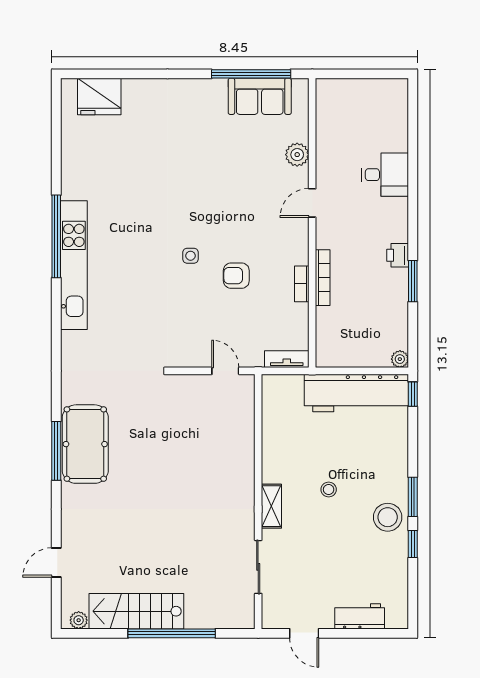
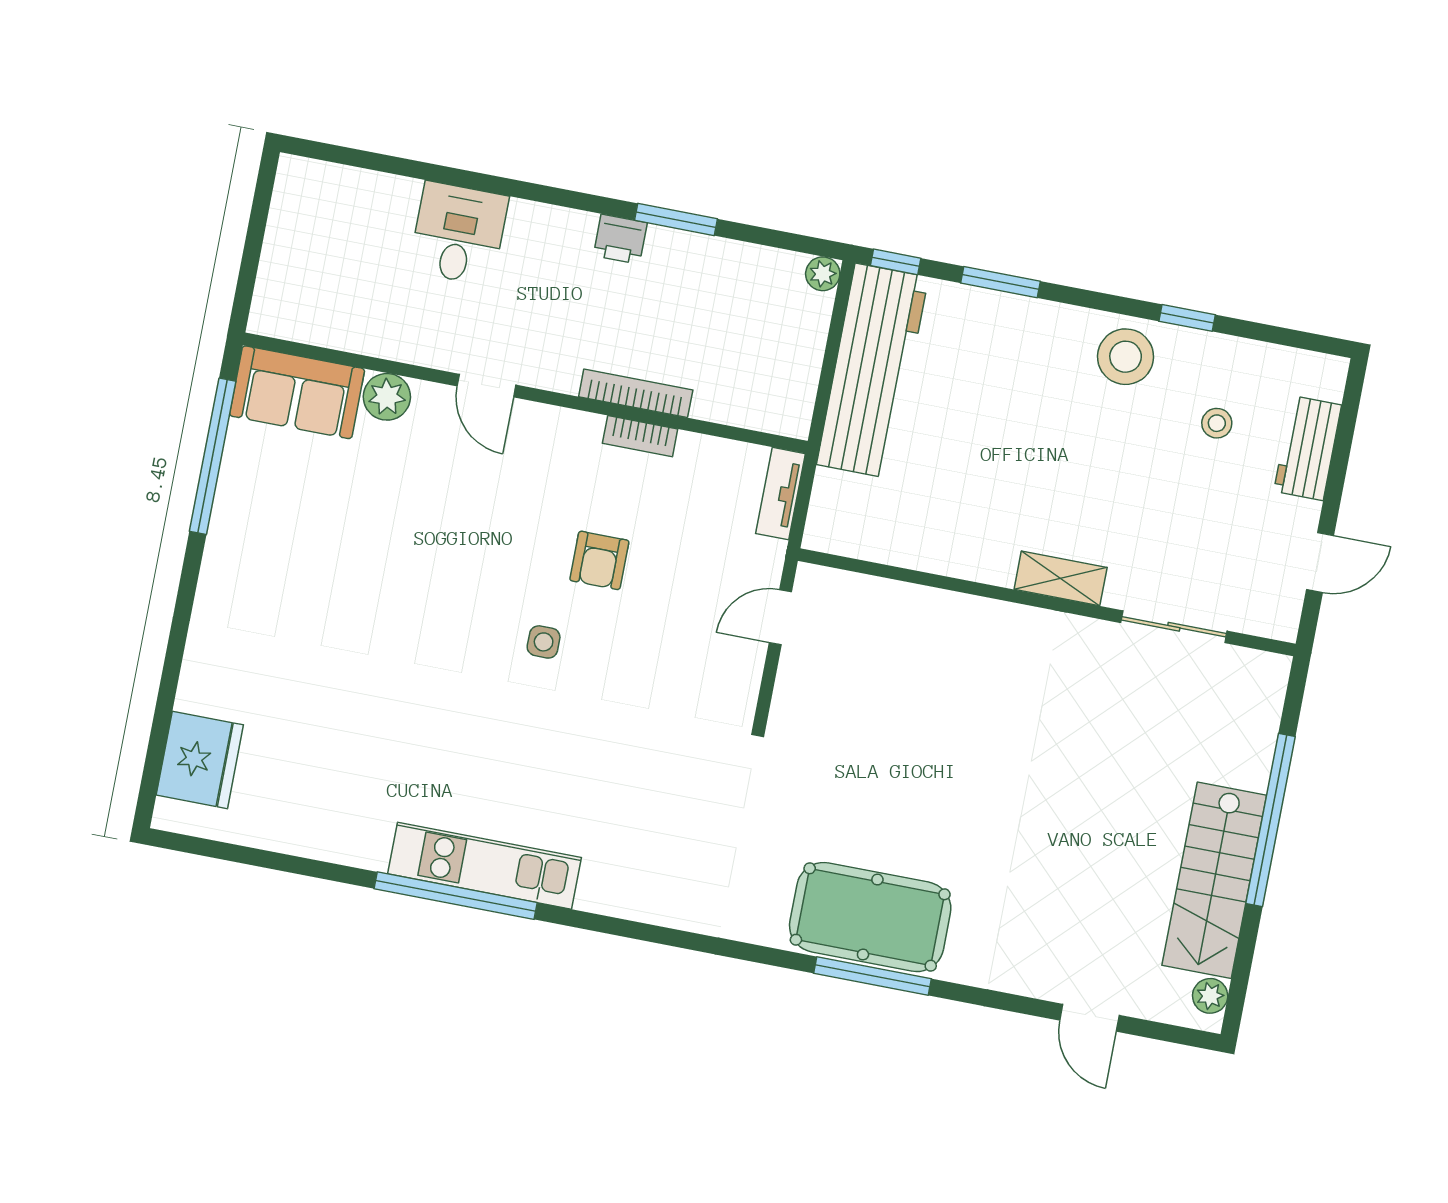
sofa: (260, 96) -> (297, 392), moved, turned 90
kitchen unit: (74, 265) -> (485, 866), width x0.73
stool: (329, 490) -> (1217, 423), moved
window: (413, 497) -> (1000, 282), moved

